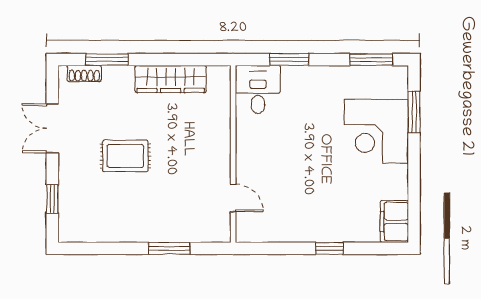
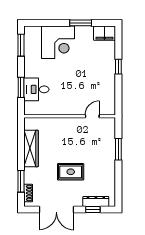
desk: (258, 89) -> (36, 89), moved
window: (414, 112) -> (81, 23), moved
double door: (52, 128) -> (56, 209), width x1.37
rug: (125, 156) -> (71, 172), turned 90
dresser: (68, 205) -> (96, 201), added

